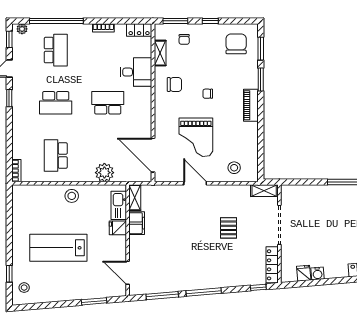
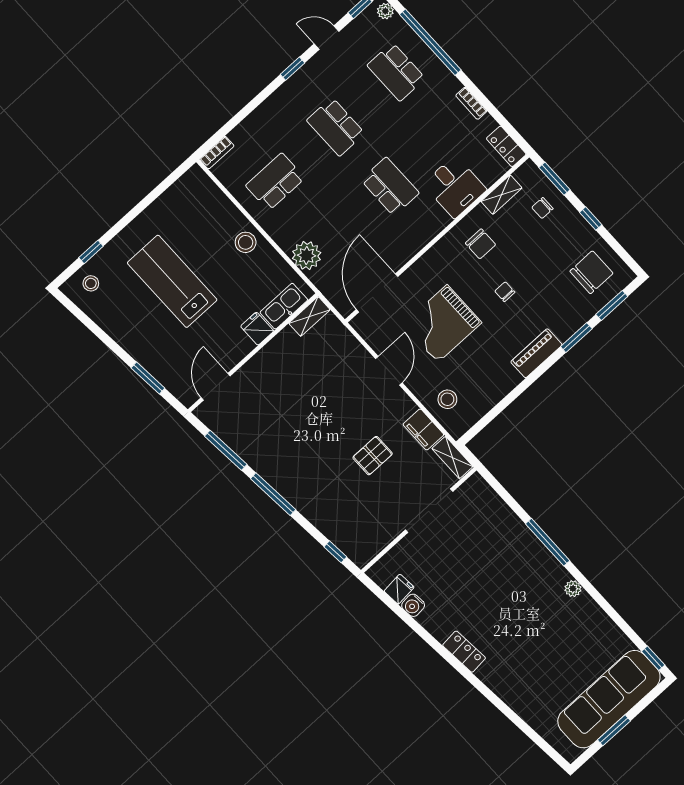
school desk: (56, 50) -> (396, 72), turned 90
filing cabinet: (137, 223) -> (423, 429), moved, turned 90
locker: (272, 265) -> (376, 544), removed

